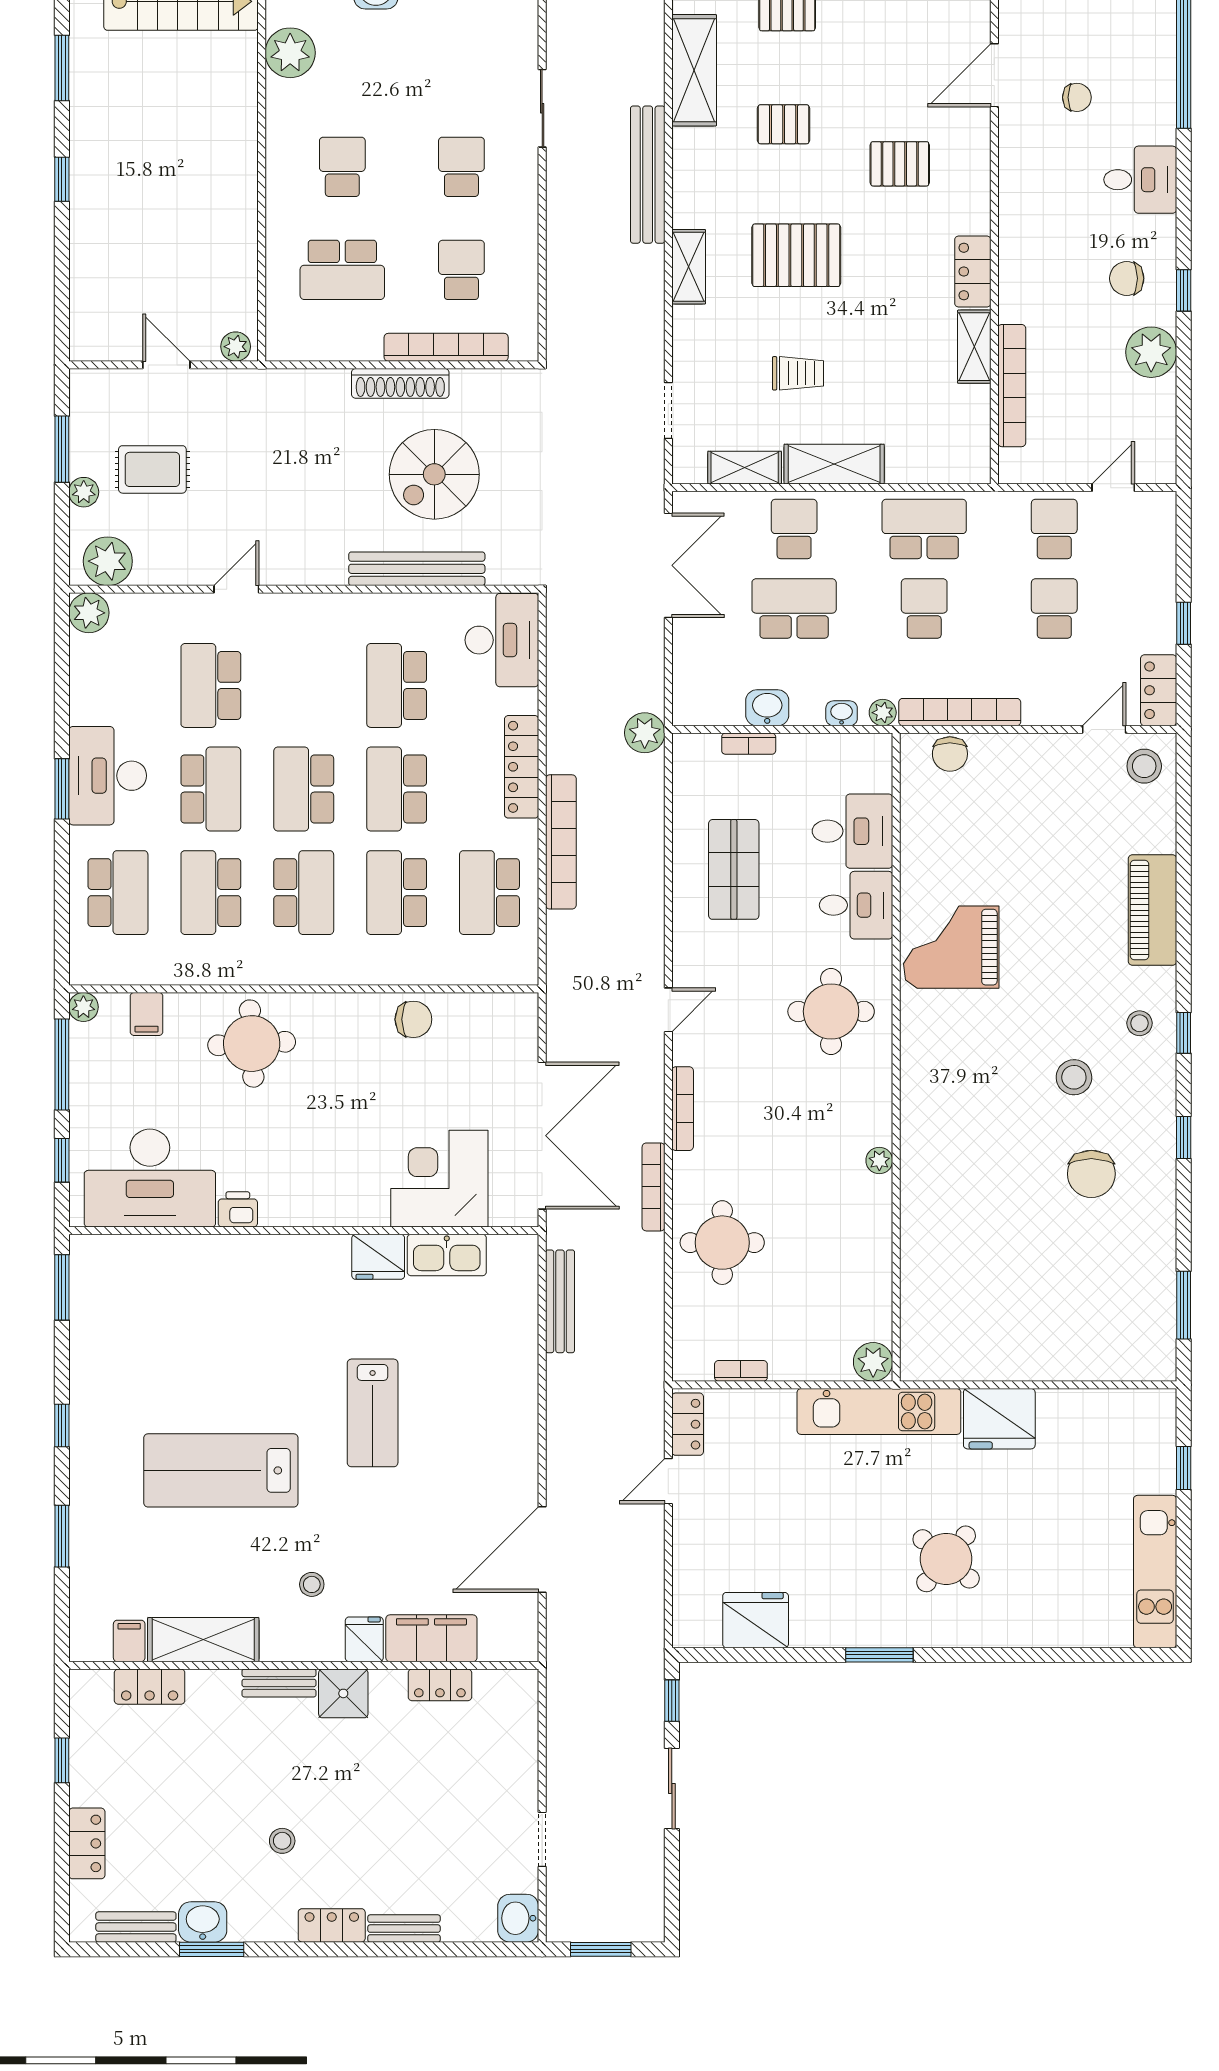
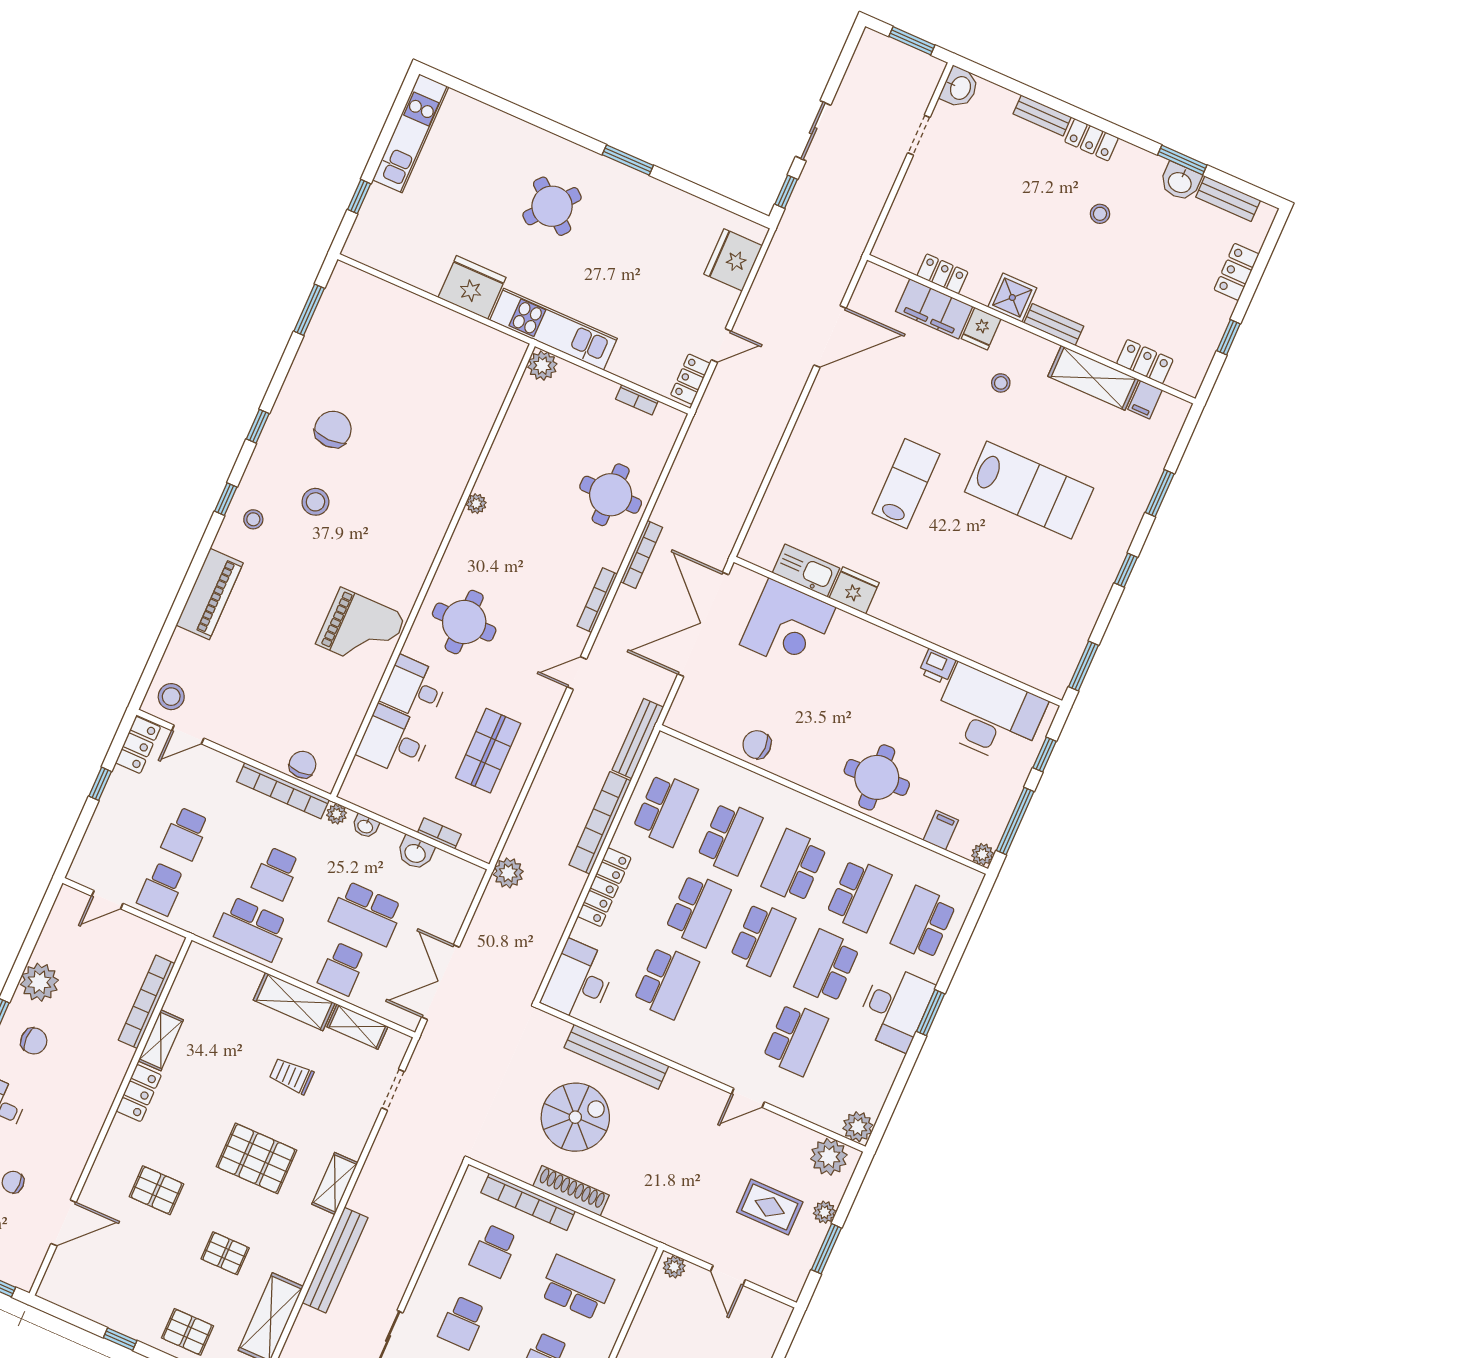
bench: (560, 1301) -> (638, 739), moved
fridge: (756, 1620) -> (733, 260), moved, turned 90

